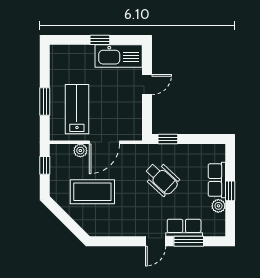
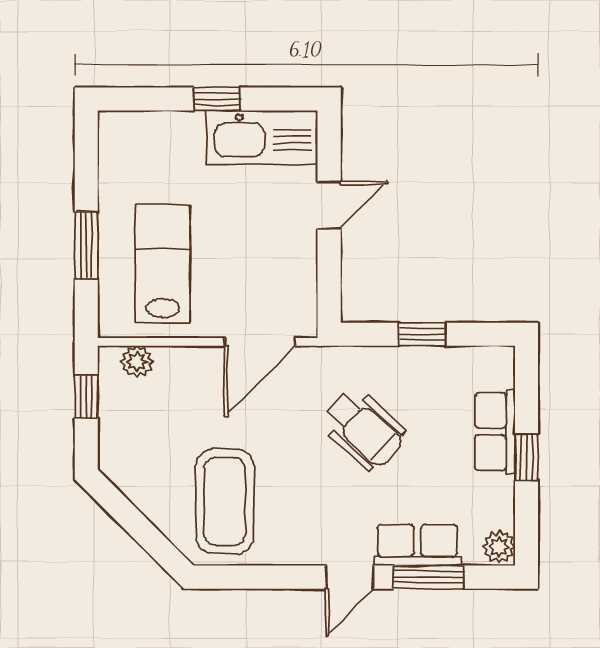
window: (168, 139) -> (422, 334), moved
door: (104, 142) -> (260, 342), moved
plant: (80, 151) -> (137, 362), moved
coffee table: (92, 192) -> (225, 501), moved, turned 90
plant: (218, 206) -> (499, 547), moved

